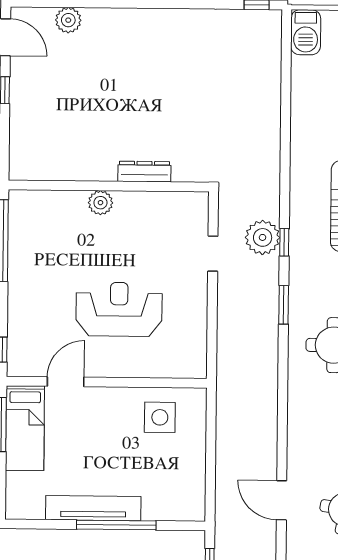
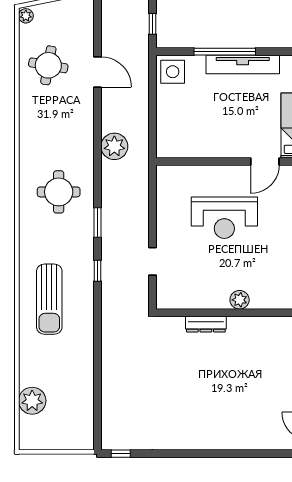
plant: (68, 20) -> (266, 440), removed
barbecue: (306, 32) -> (83, 433), removed
plant: (263, 237) -> (114, 146), moved
side table: (160, 417) -> (173, 72), moved

